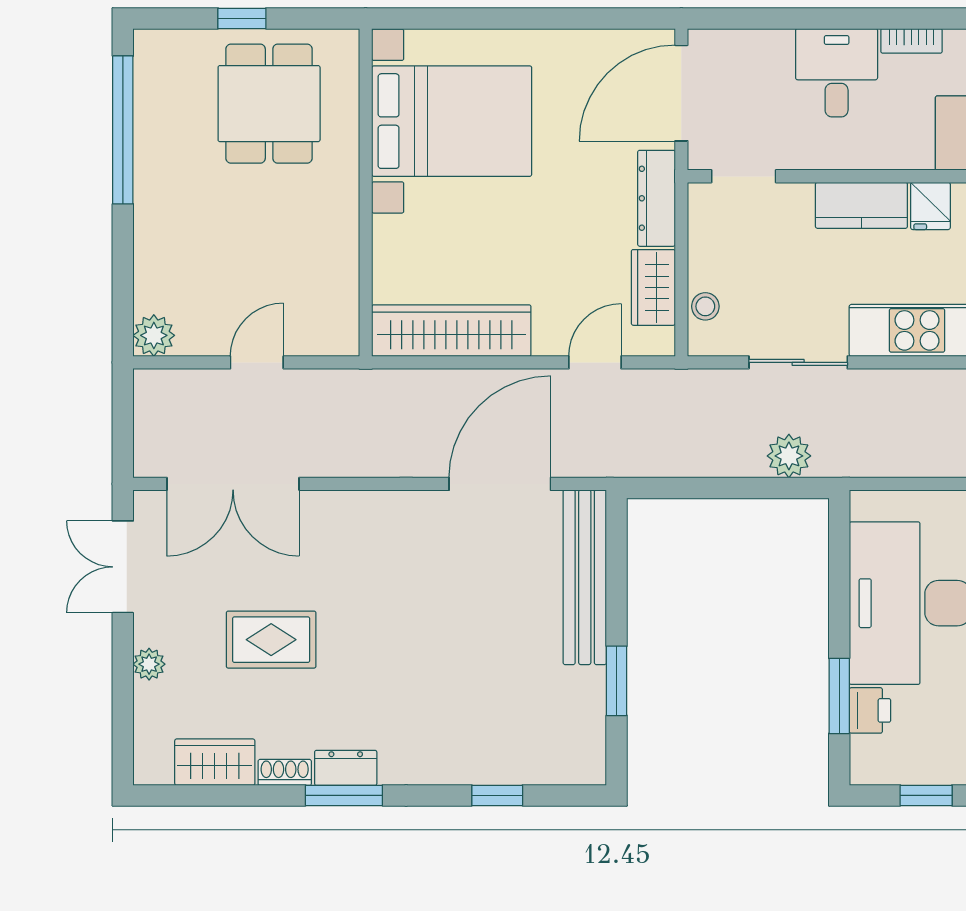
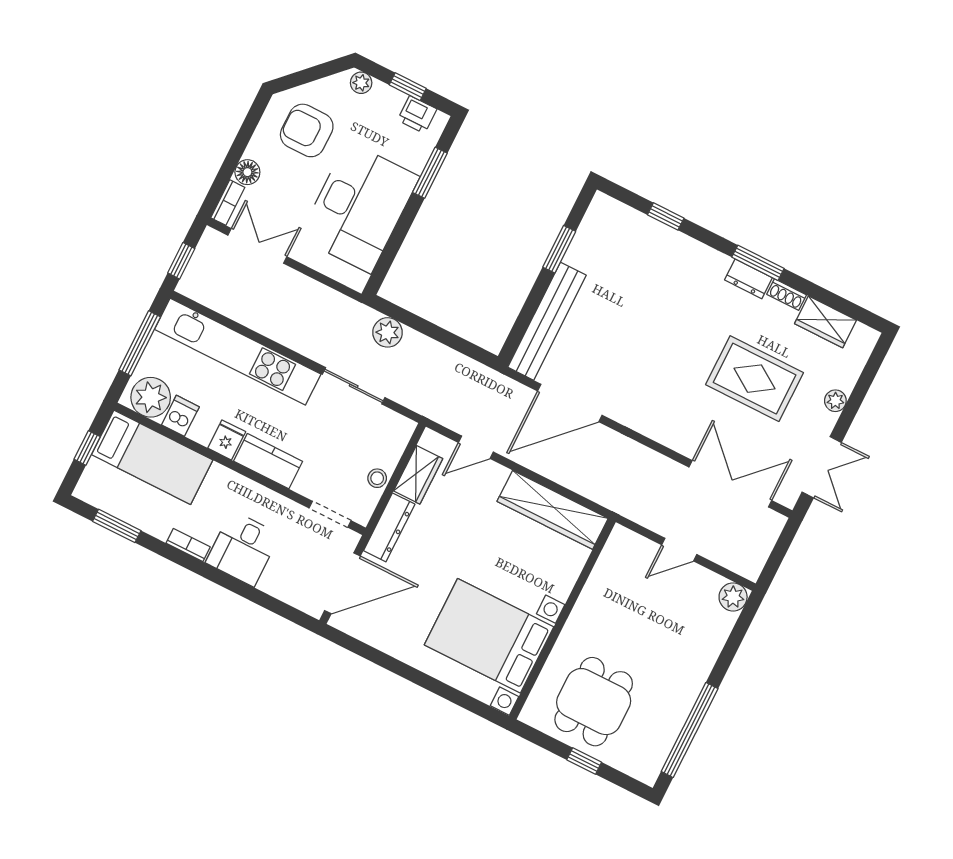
stool: (705, 306) -> (377, 478), moved
rug: (271, 640) -> (755, 379), width x1.36, depth x1.43
printer: (870, 710) -> (417, 115), moved, turned -90

